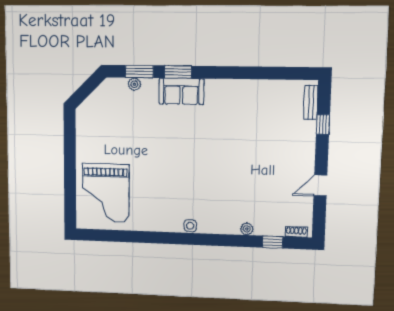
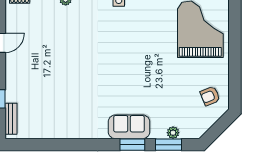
armchair: (95, 123) -> (210, 96), added

